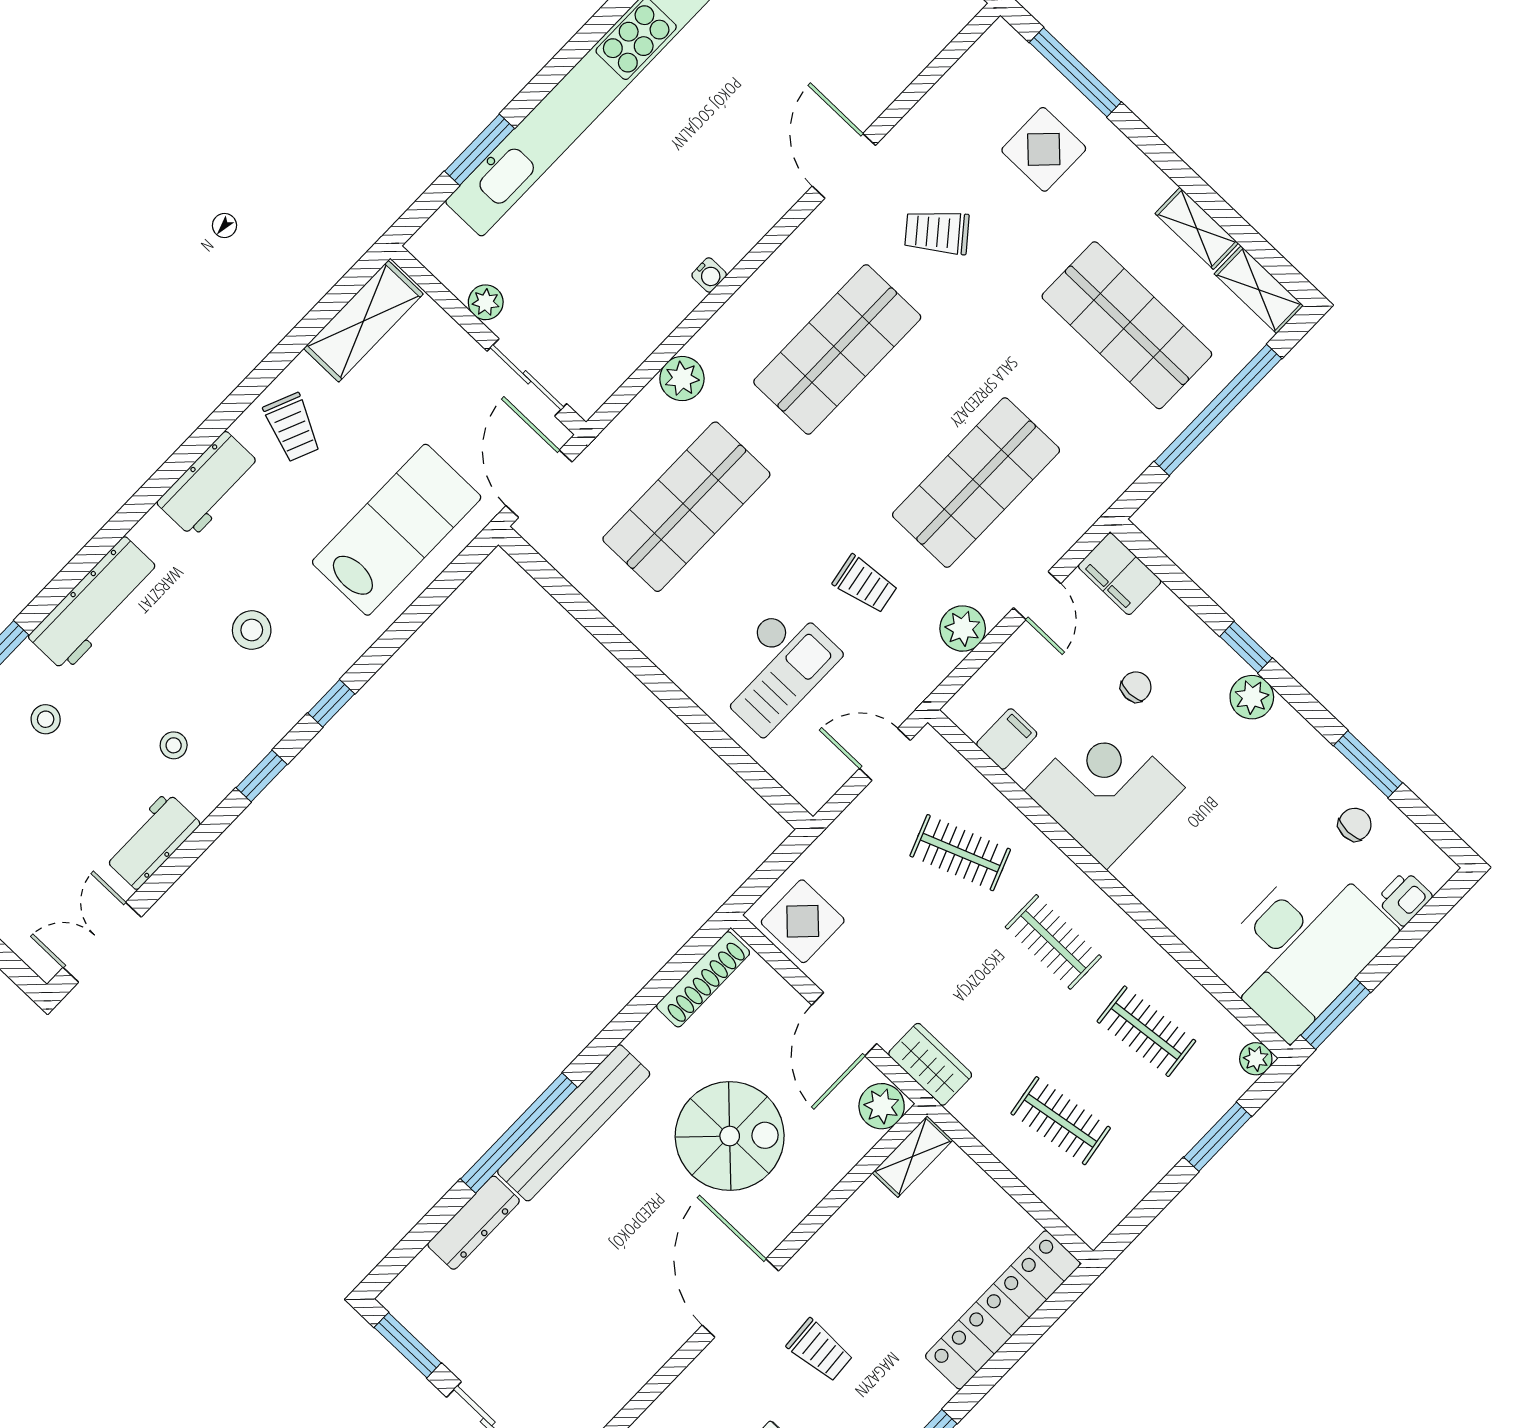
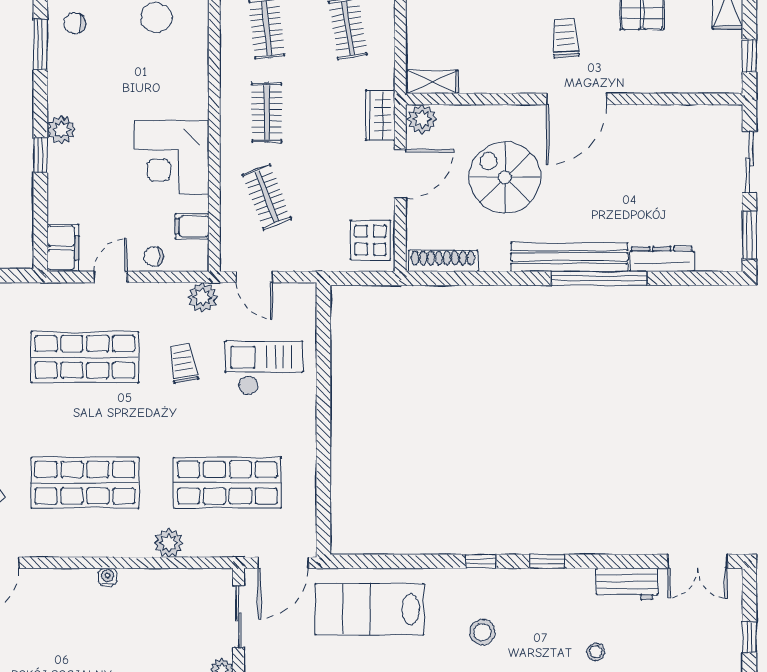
plant: (963, 629) -> (203, 297), moved
chair: (1136, 687) -> (154, 257), moved
stool: (174, 745) -> (596, 652), moved

